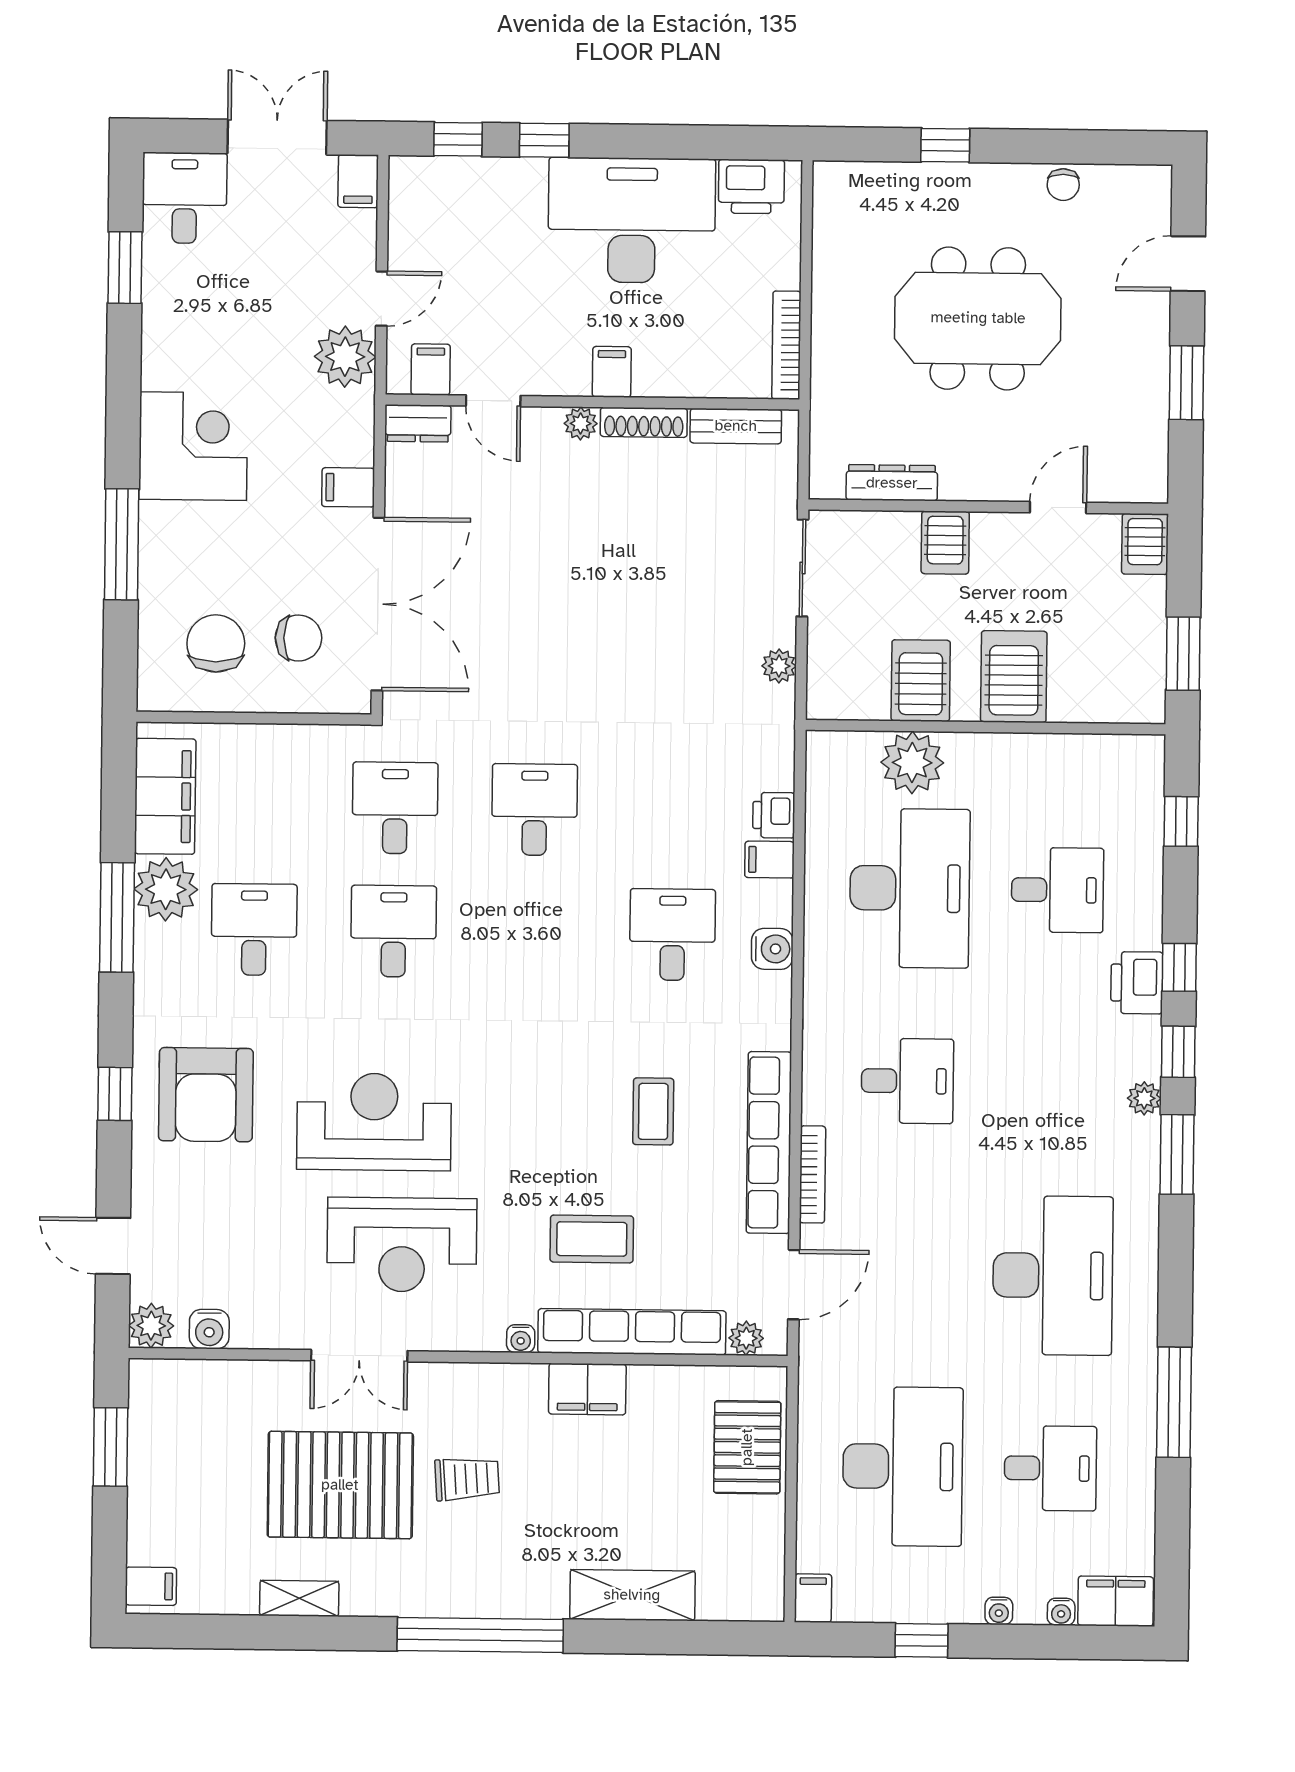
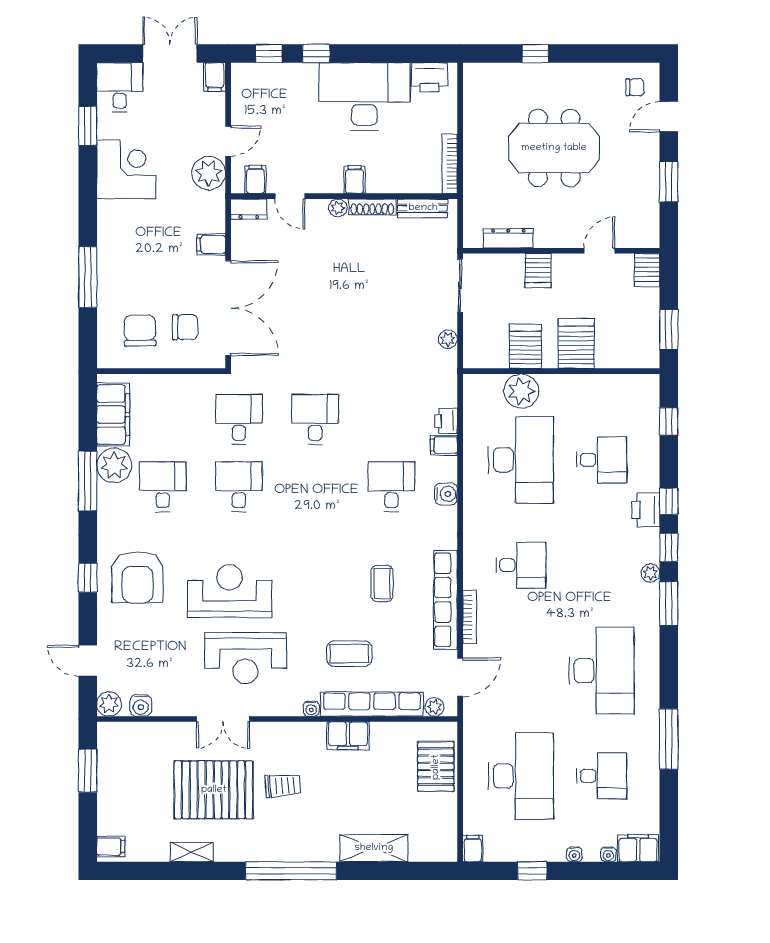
chair: (1063, 185) -> (635, 87), moved, turned -90
corner desk: (193, 446) -> (126, 169), moved

